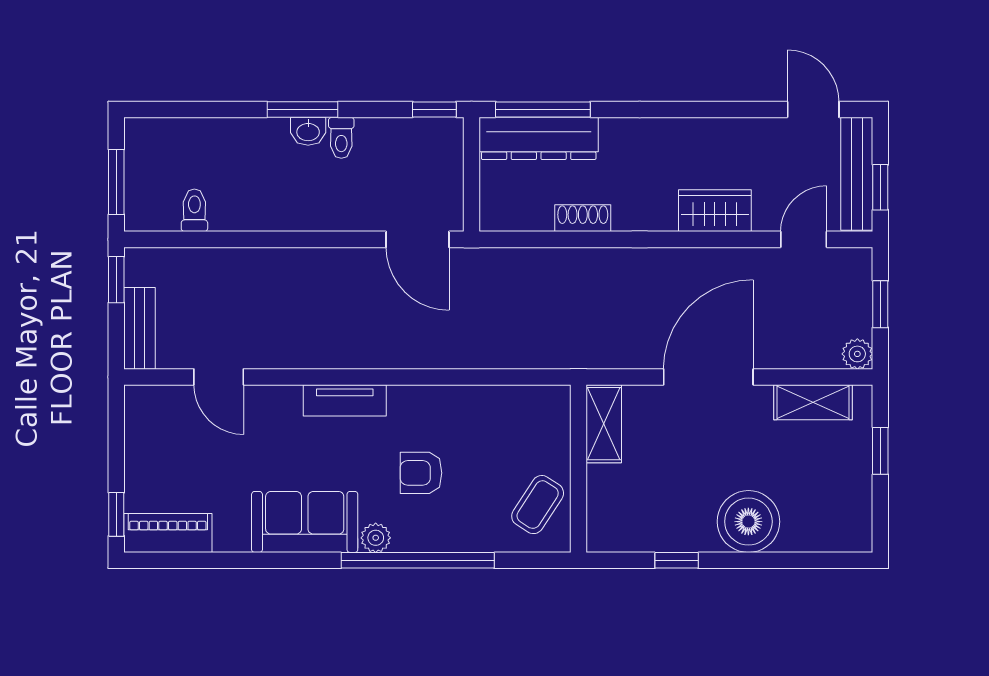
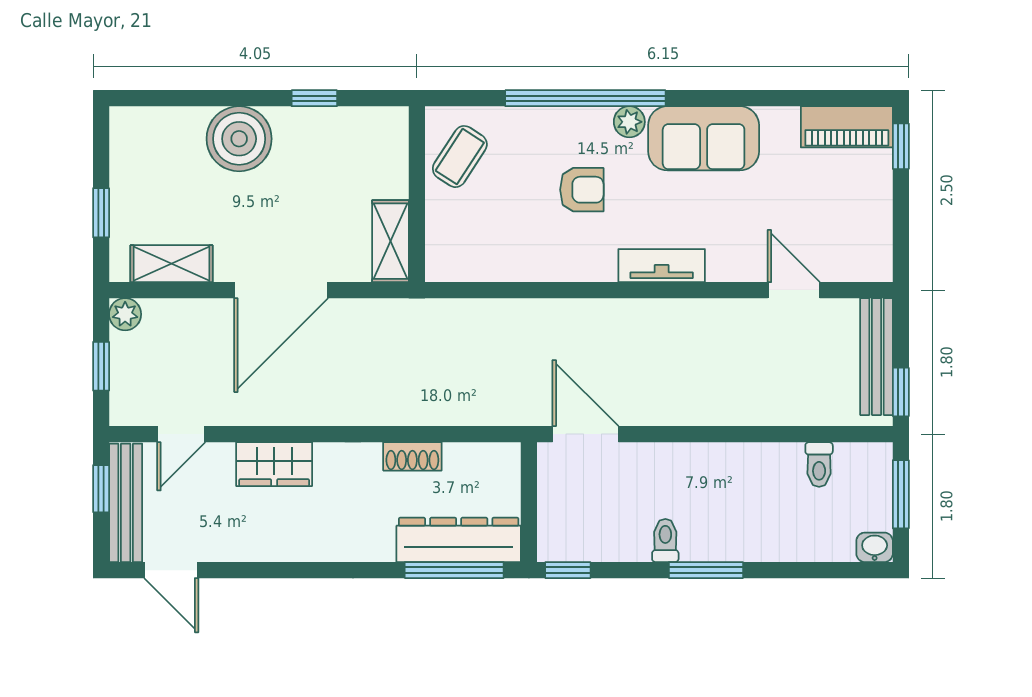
washbasin: (308, 131) -> (875, 547), moved
bench: (140, 328) -> (877, 357), width x1.36

